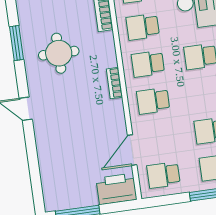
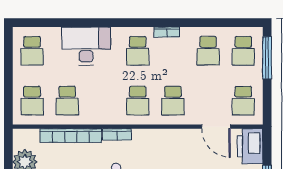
school desk: (143, 27) -> (102, 101), removed
bookcase: (114, 83) -> (117, 134), moved

